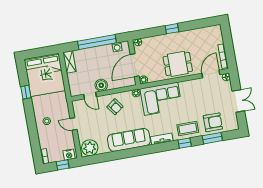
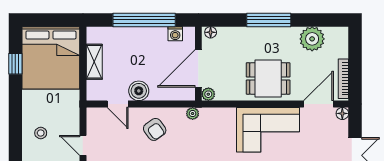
window: (172, 29) -> (269, 20), width x2.17
plant: (200, 35) -> (312, 39), added
shelving: (69, 62) -> (94, 62), moved
window: (26, 92) -> (15, 64), moved
corner sofa: (161, 99) -> (268, 130), moved

